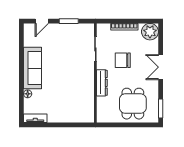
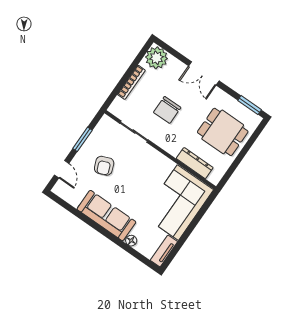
armchair: (62, 45) -> (104, 166), added
dresser: (102, 83) -> (195, 163), moved
corner sofa: (71, 106) -> (178, 203), added

